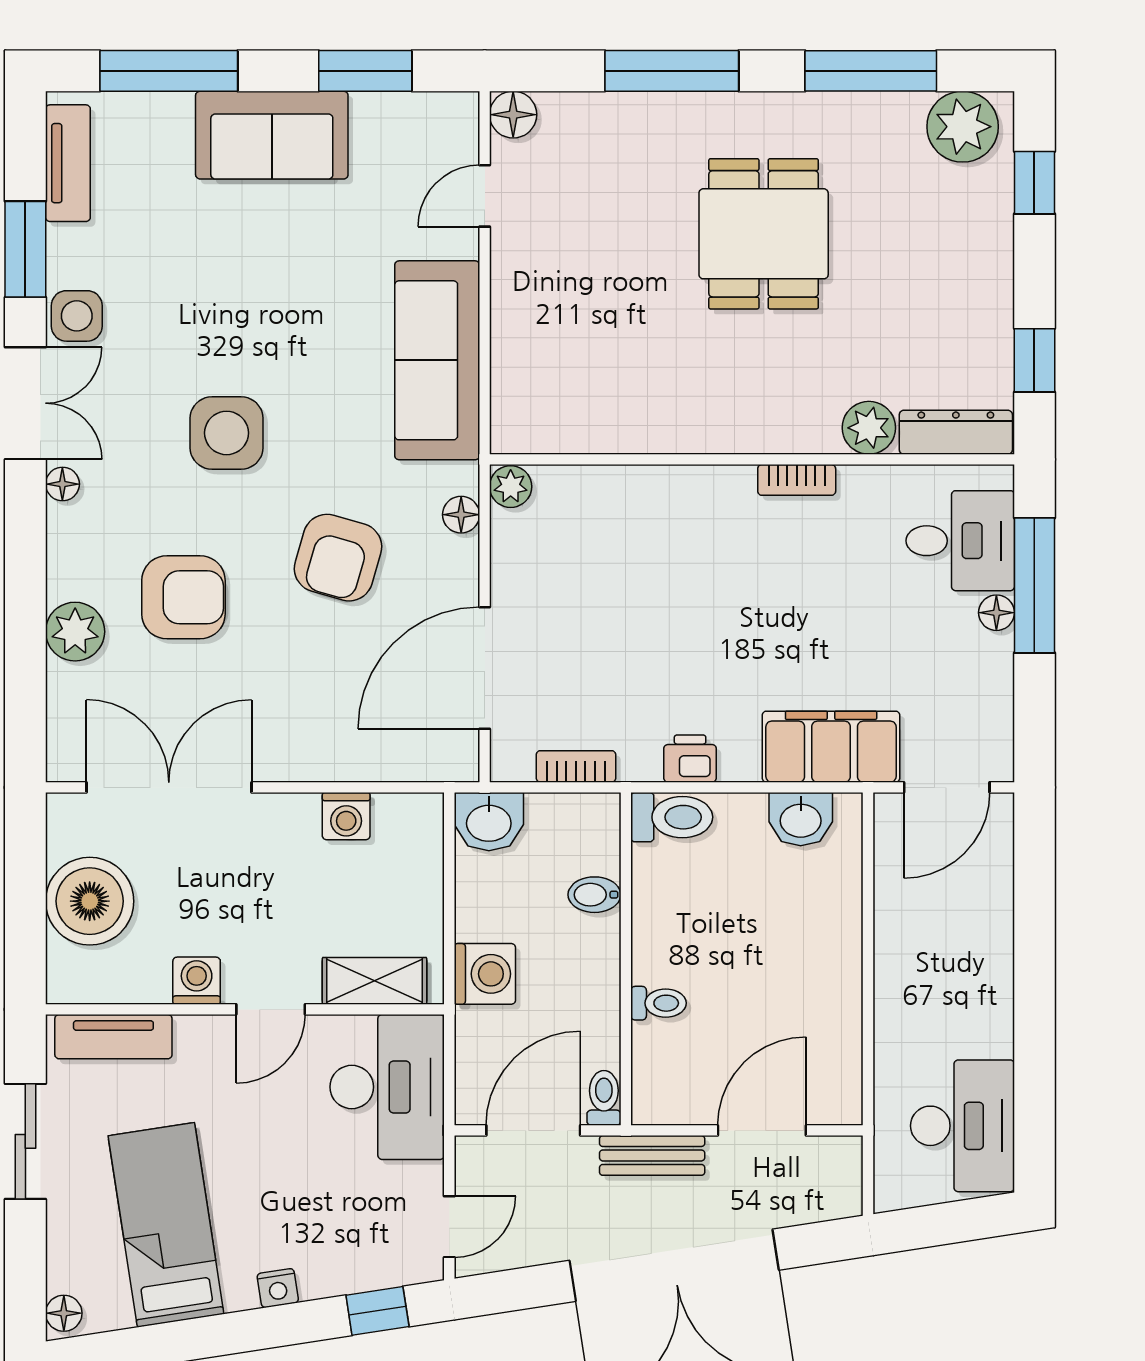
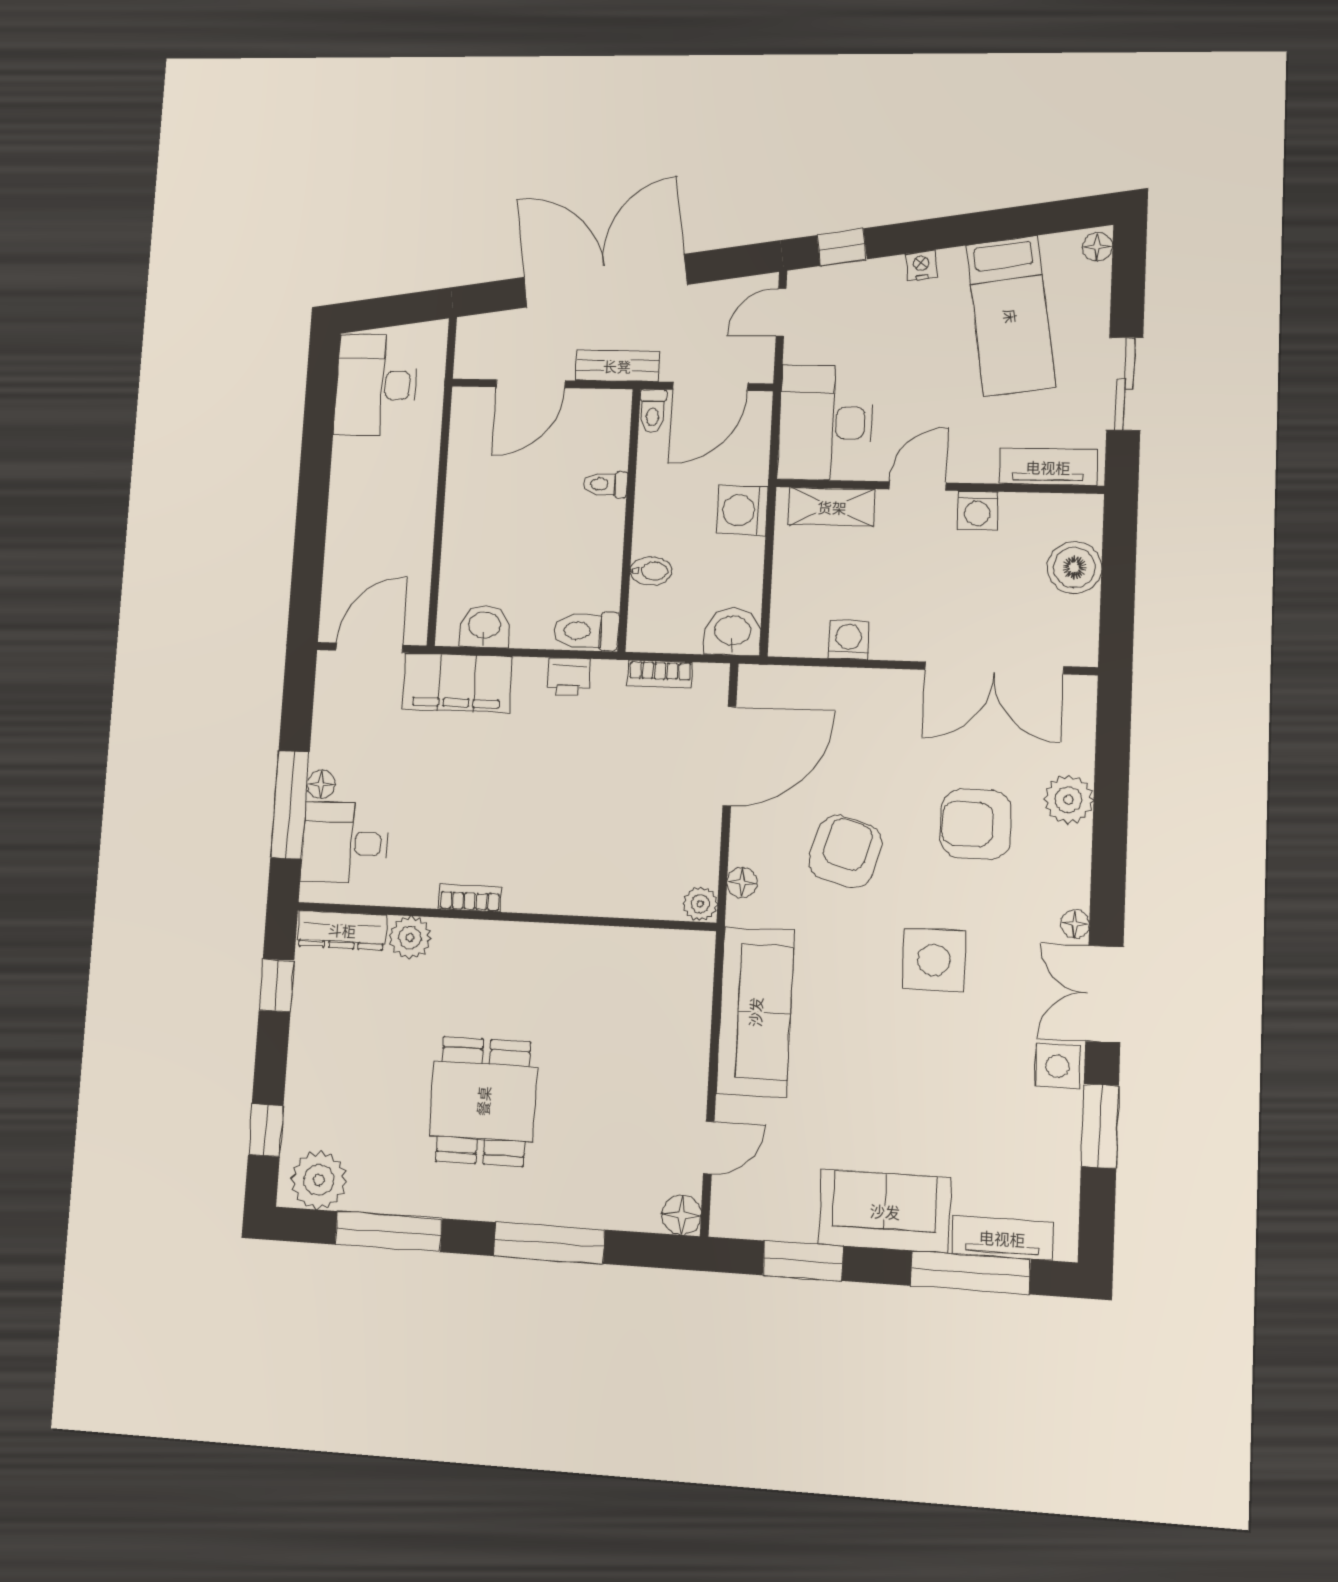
tv unit: (68, 163) -> (1002, 1238), moved, turned 90
boiler: (90, 901) -> (1074, 568), width x0.73, depth x0.73

